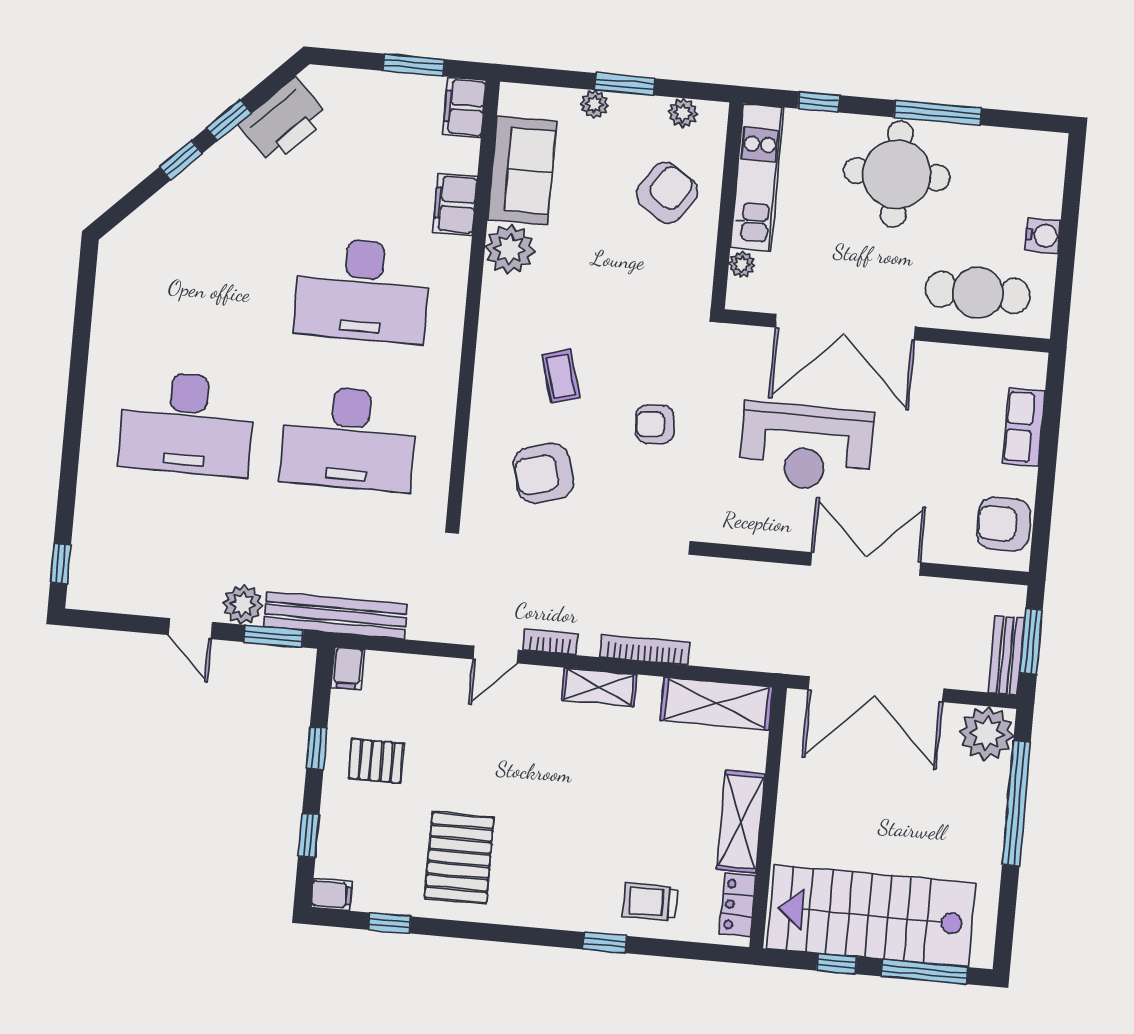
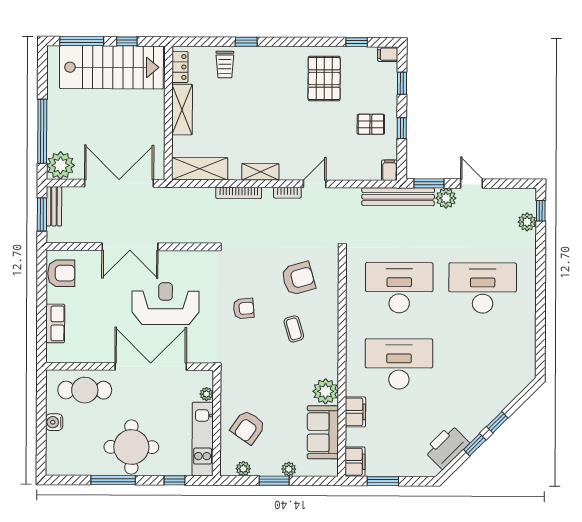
plant: (89, 545) -> (527, 222), added
trolley: (650, 902) -> (225, 64), turned 90

